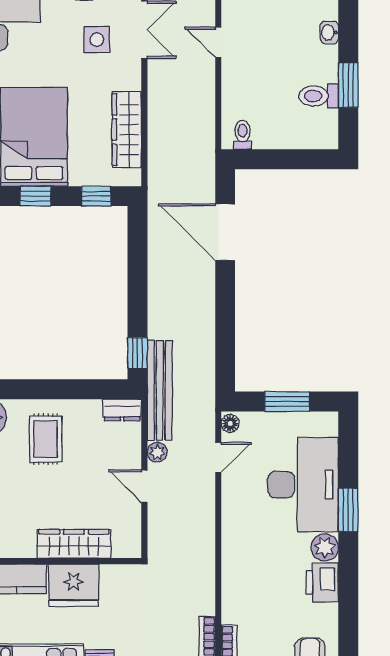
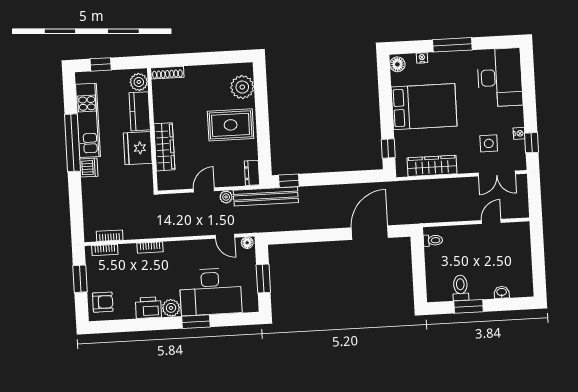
window: (36, 196) -> (386, 110), removed
rug: (46, 439) -> (231, 125), width x1.36, depth x1.43
bookcase: (229, 575) -> (150, 248), added

